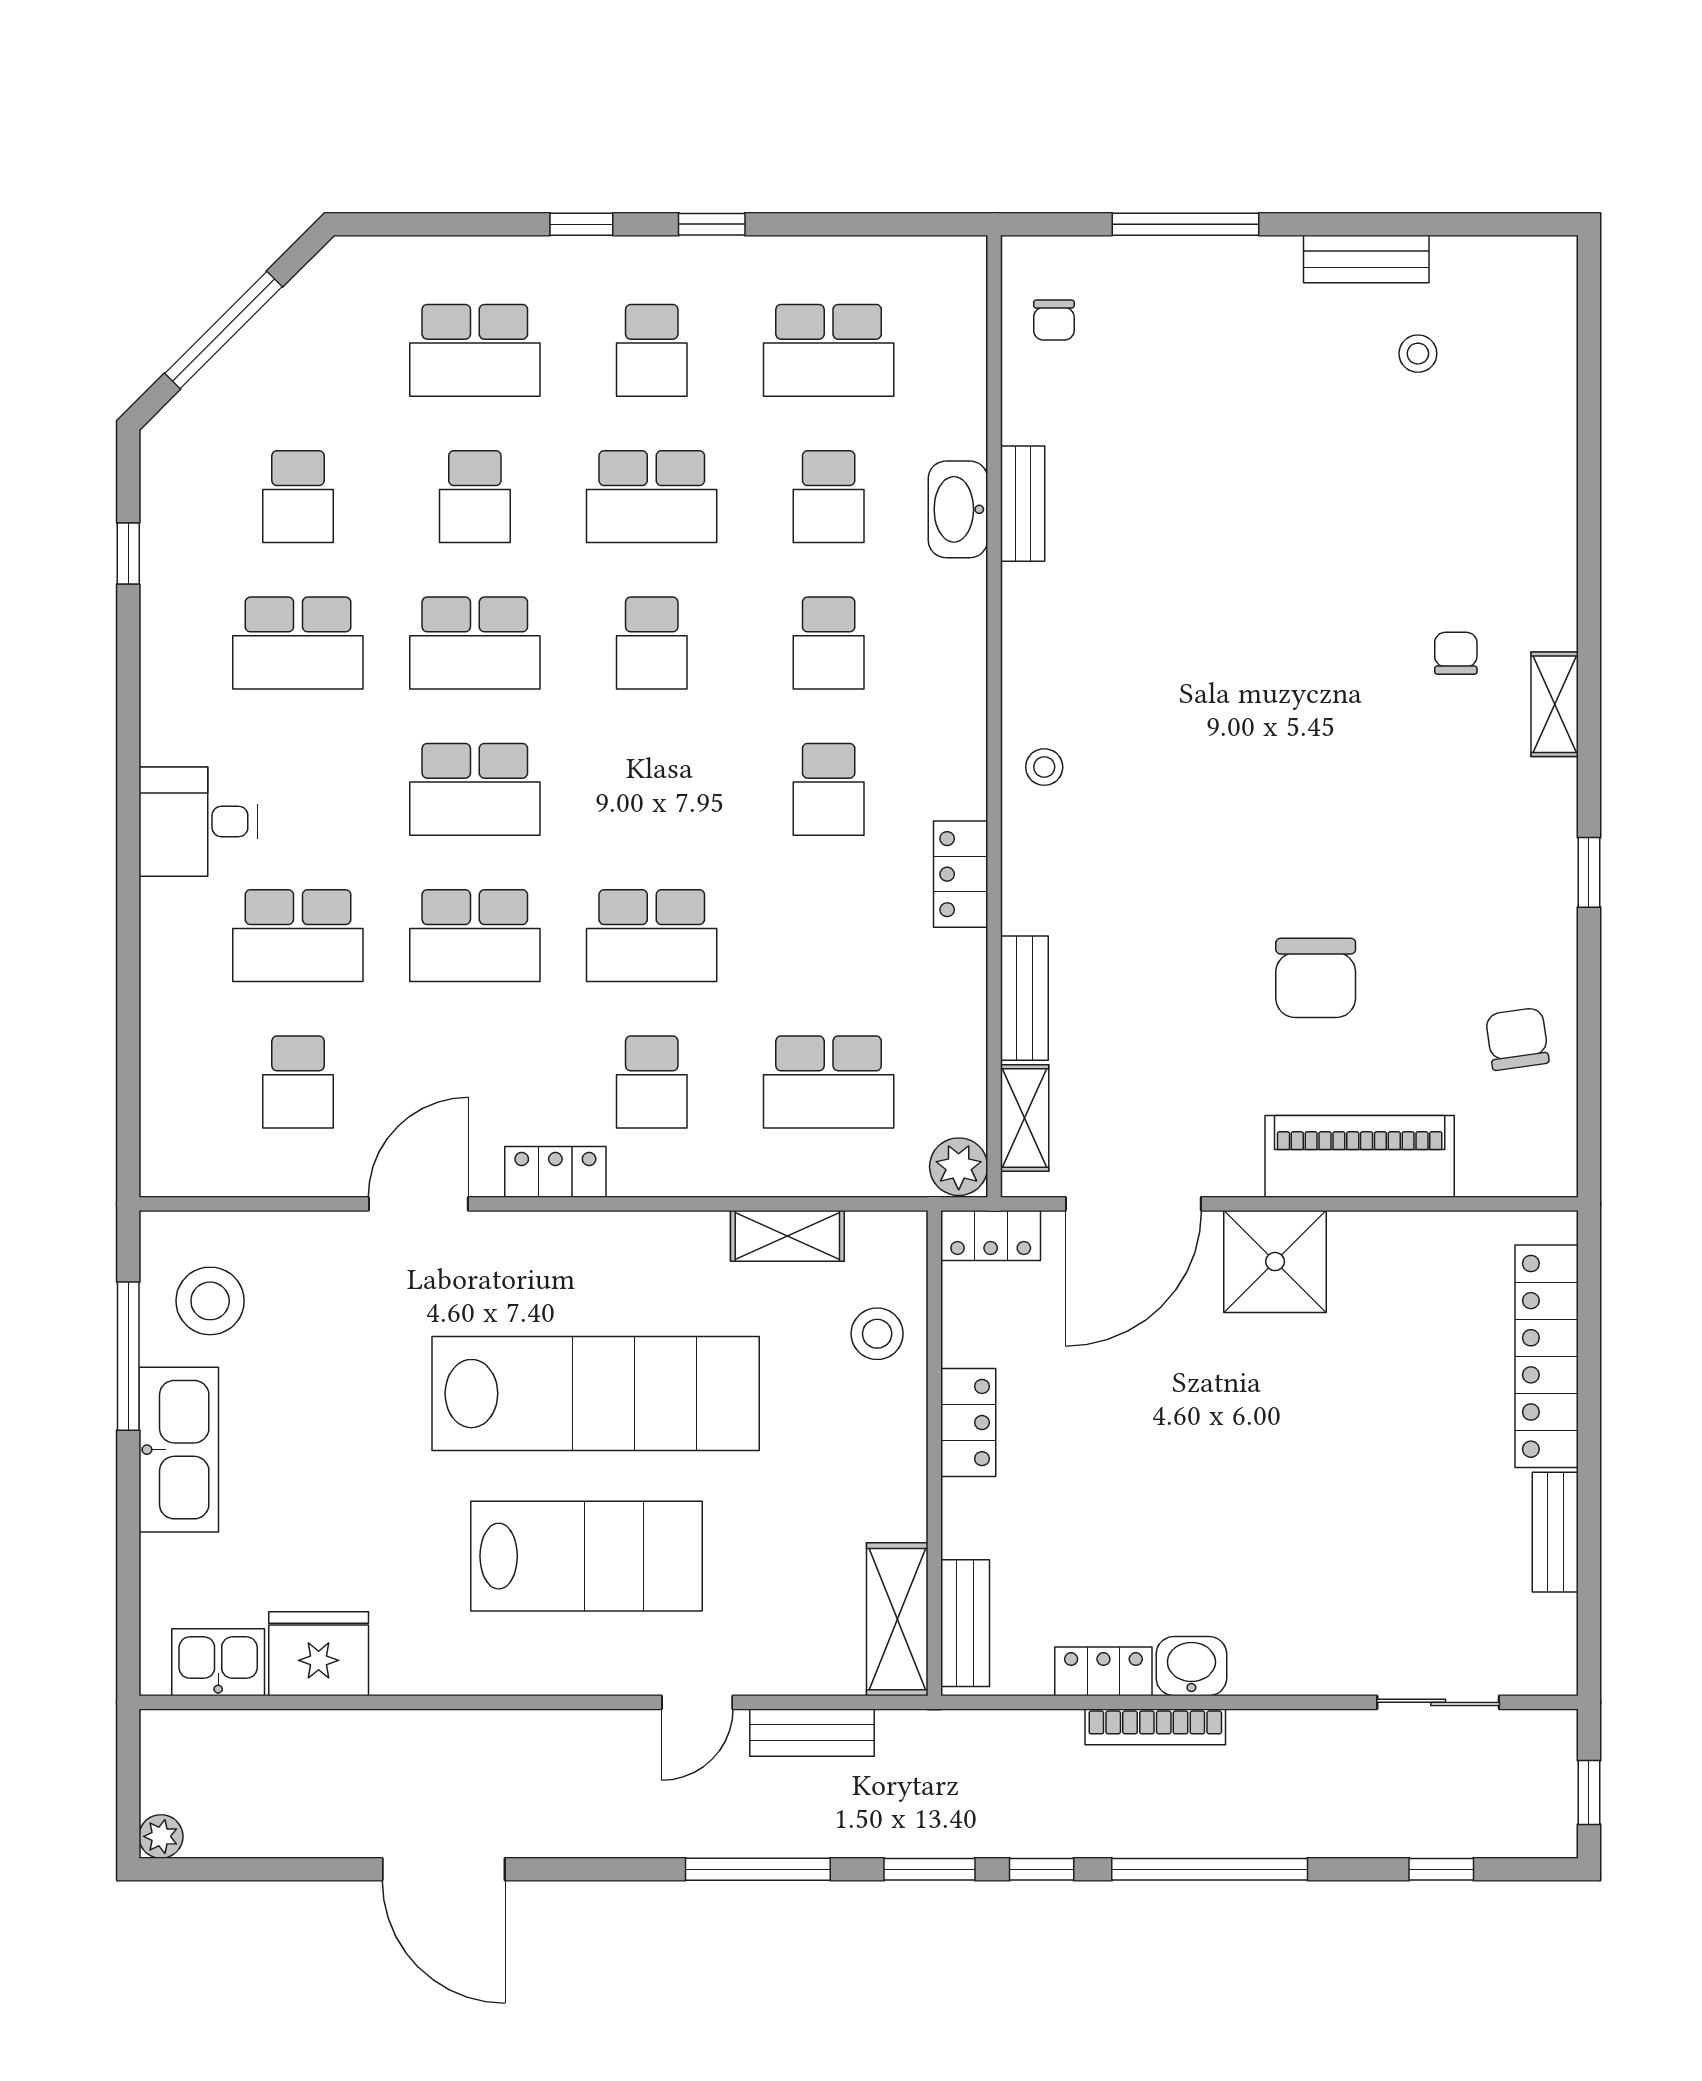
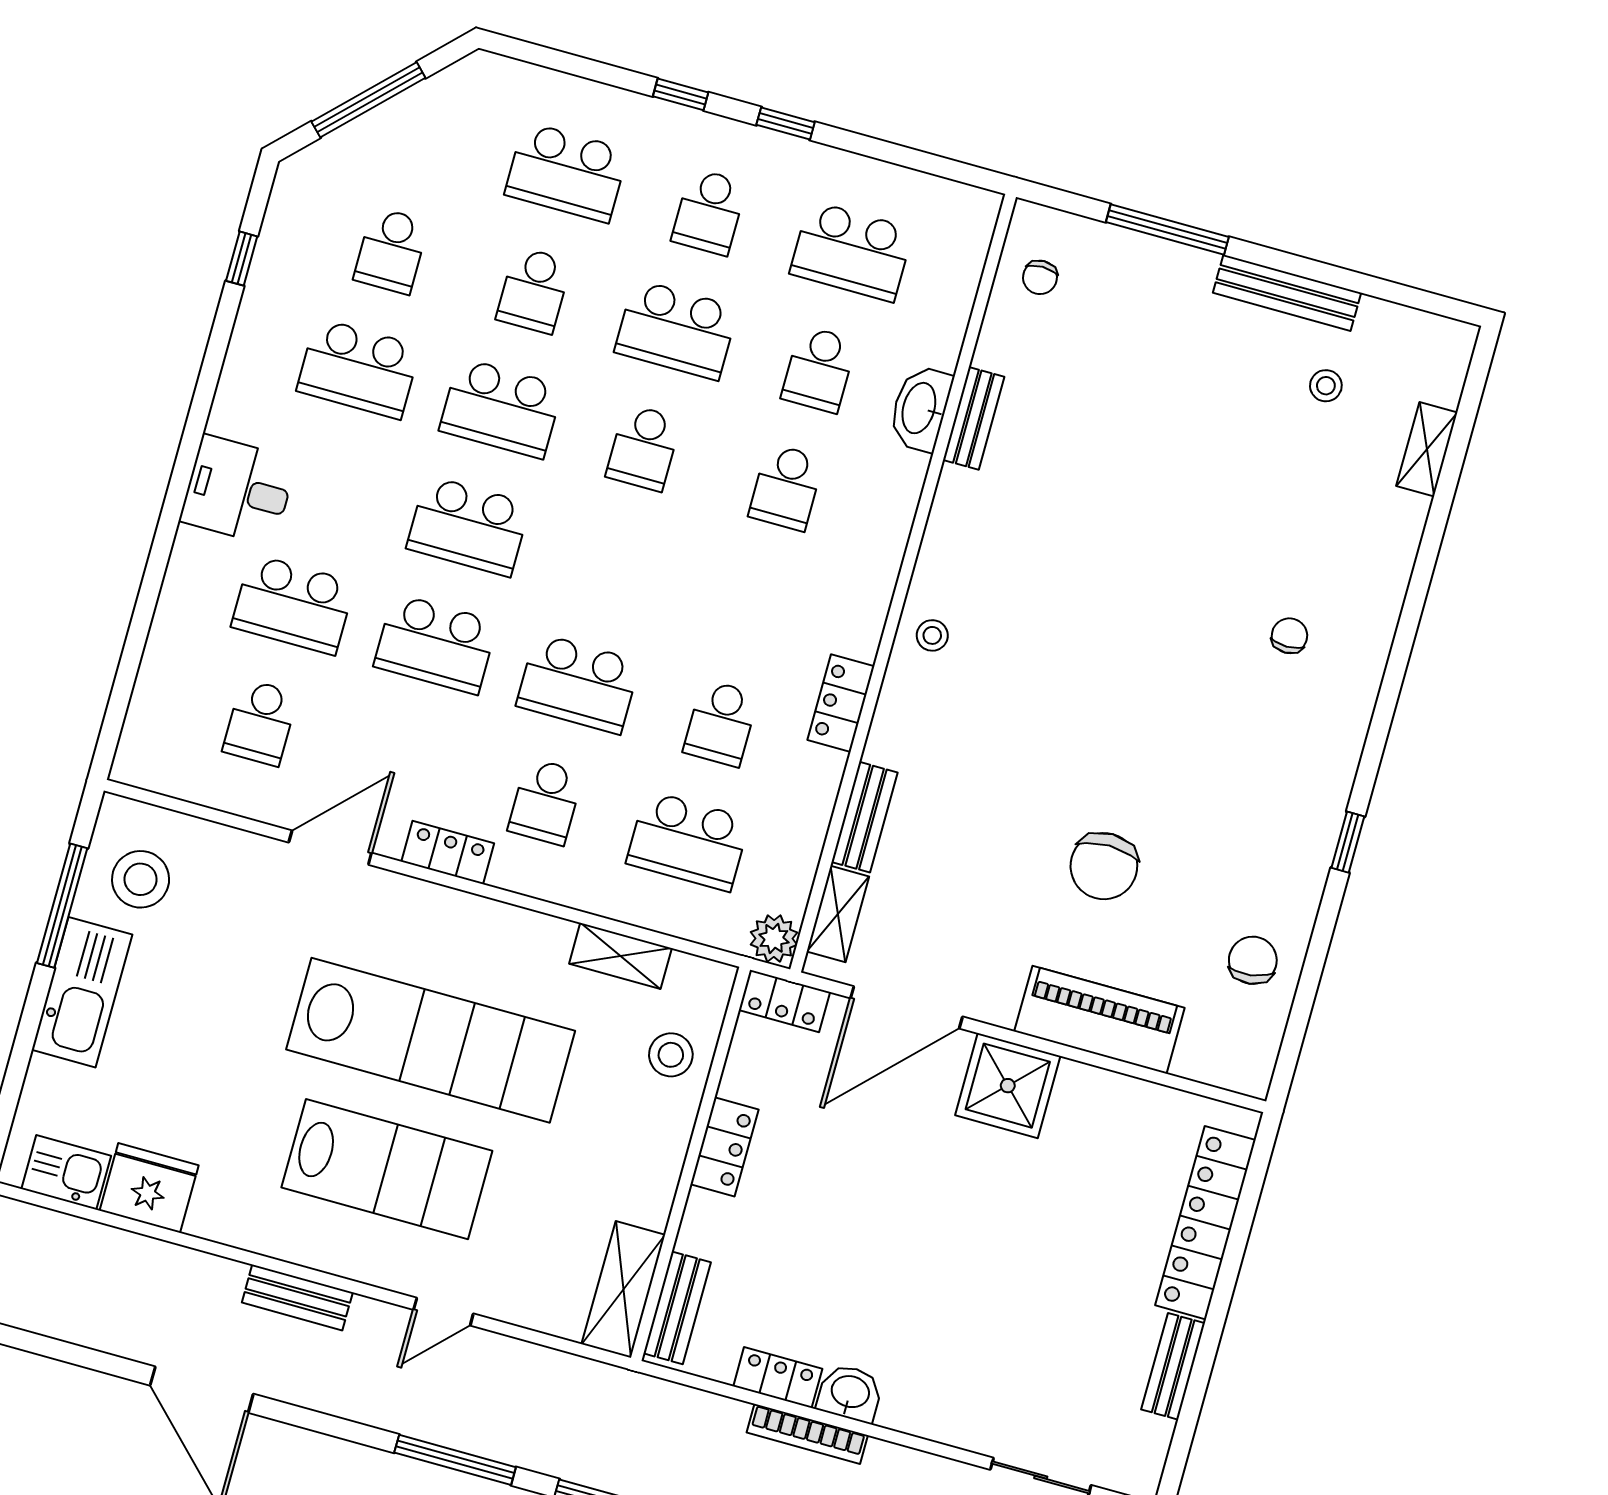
bench: (1366, 259) -> (1287, 293), width x1.36
shelving: (1555, 704) -> (1427, 449), moved
school desk: (829, 789) -> (721, 723), moved
bench: (812, 1733) -> (297, 1297), moved

